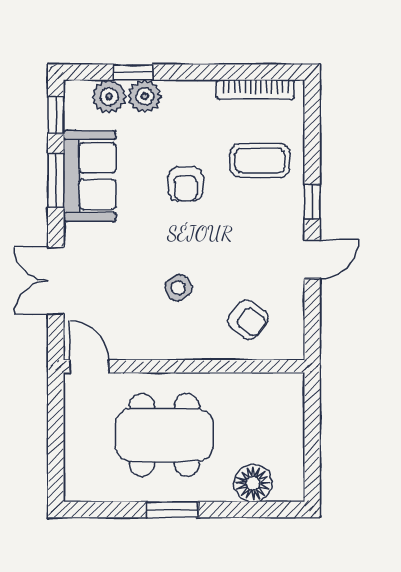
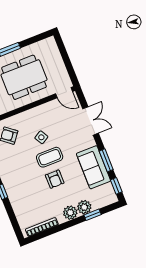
plant: (109, 96) -> (70, 213), moved
coffee table: (260, 160) -> (50, 157), moved
armchair: (186, 184) -> (55, 179), turned 180

